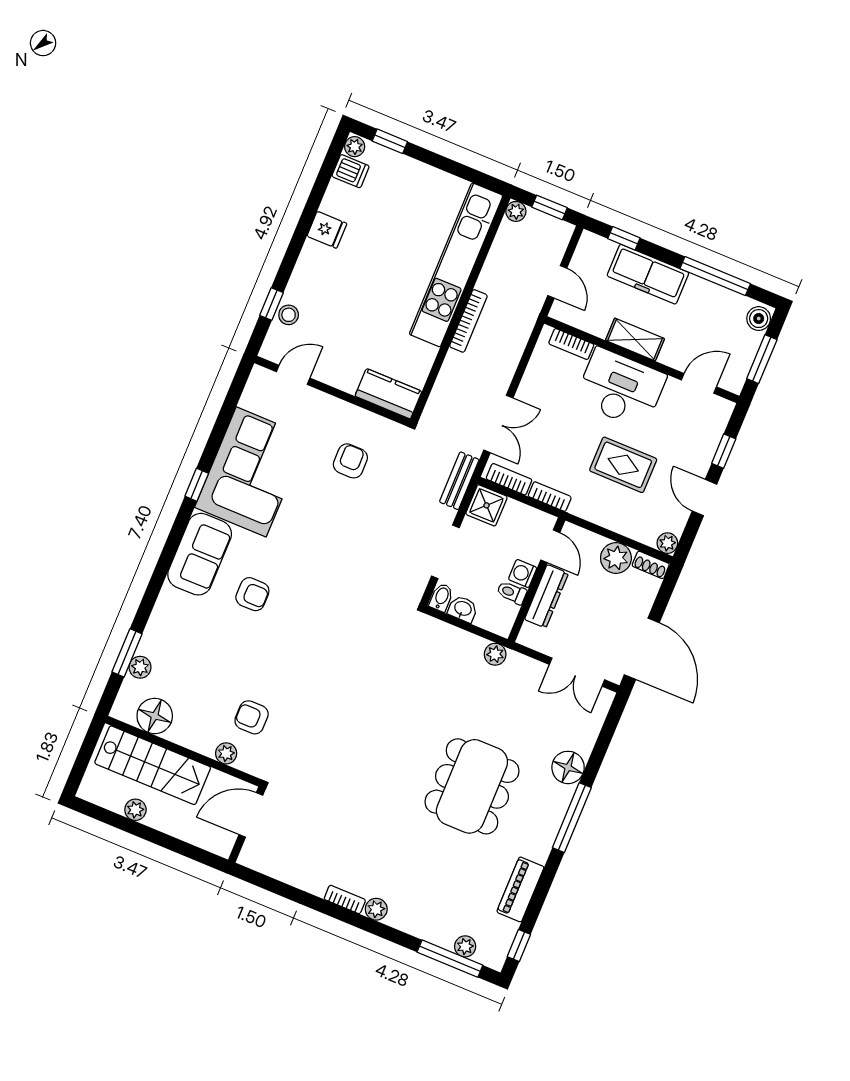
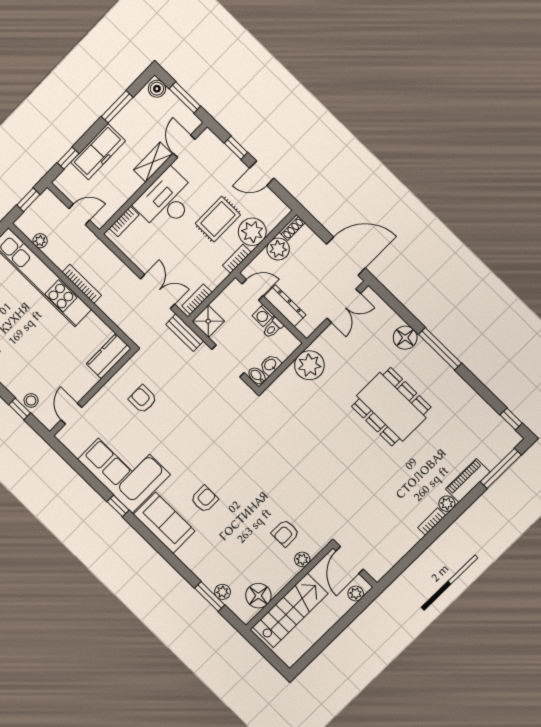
plant: (516, 211) -> (40, 241), moved
window: (715, 276) -> (117, 107), width x0.69
shelving: (635, 339) -> (153, 162), moved
bookcase: (550, 497) -> (237, 259), moved
plant: (667, 543) -> (252, 232), moved, width x1.88, depth x1.88
plant: (495, 654) -> (309, 365), width x1.88, depth x1.88
plant: (135, 810) -> (356, 593), moved
piano: (520, 889) -> (468, 480), moved, turned 90
plant: (465, 946) -> (497, 455), removed

